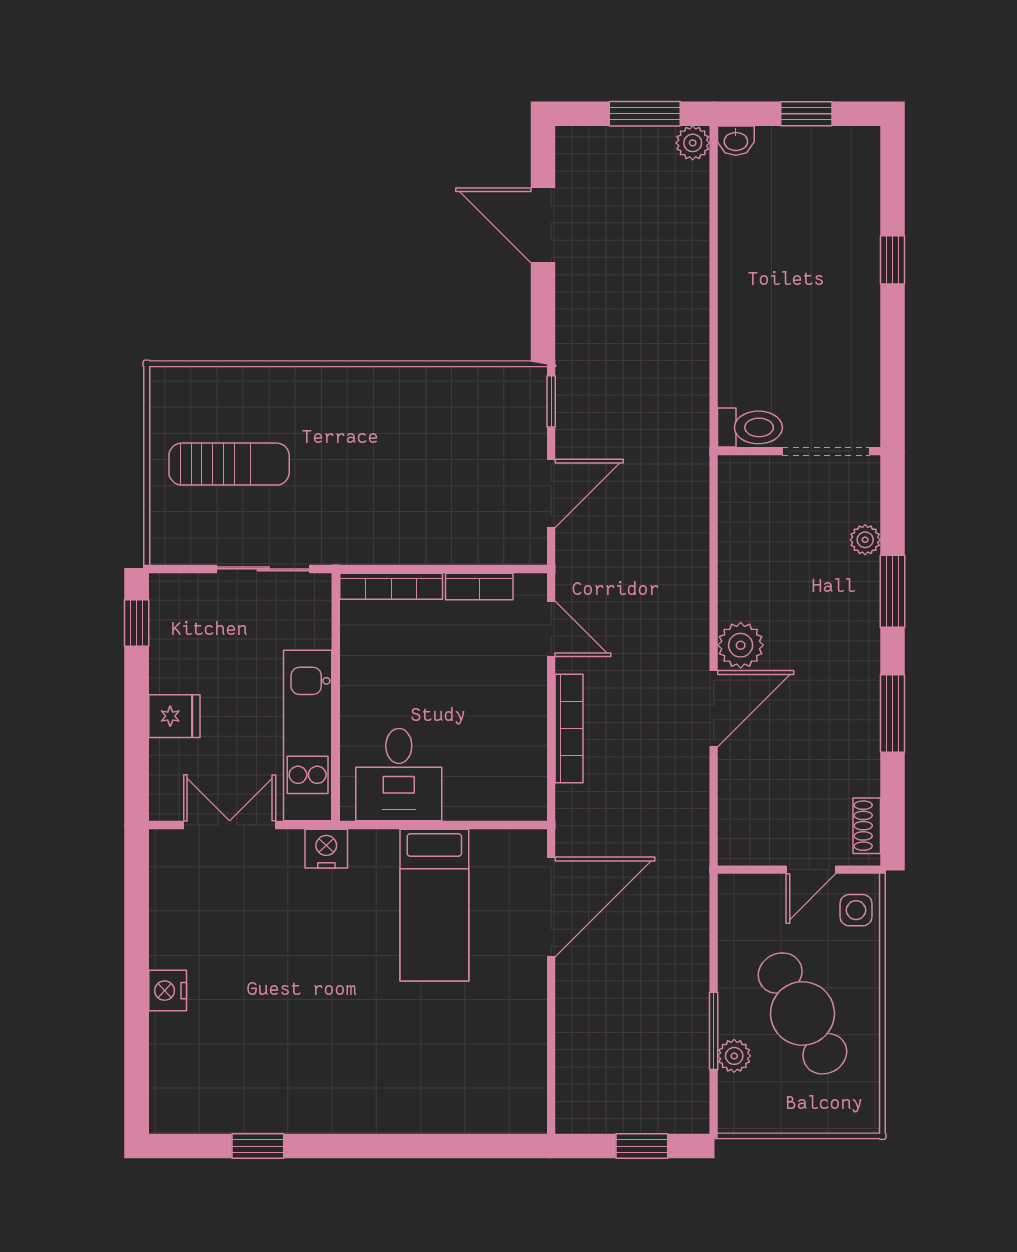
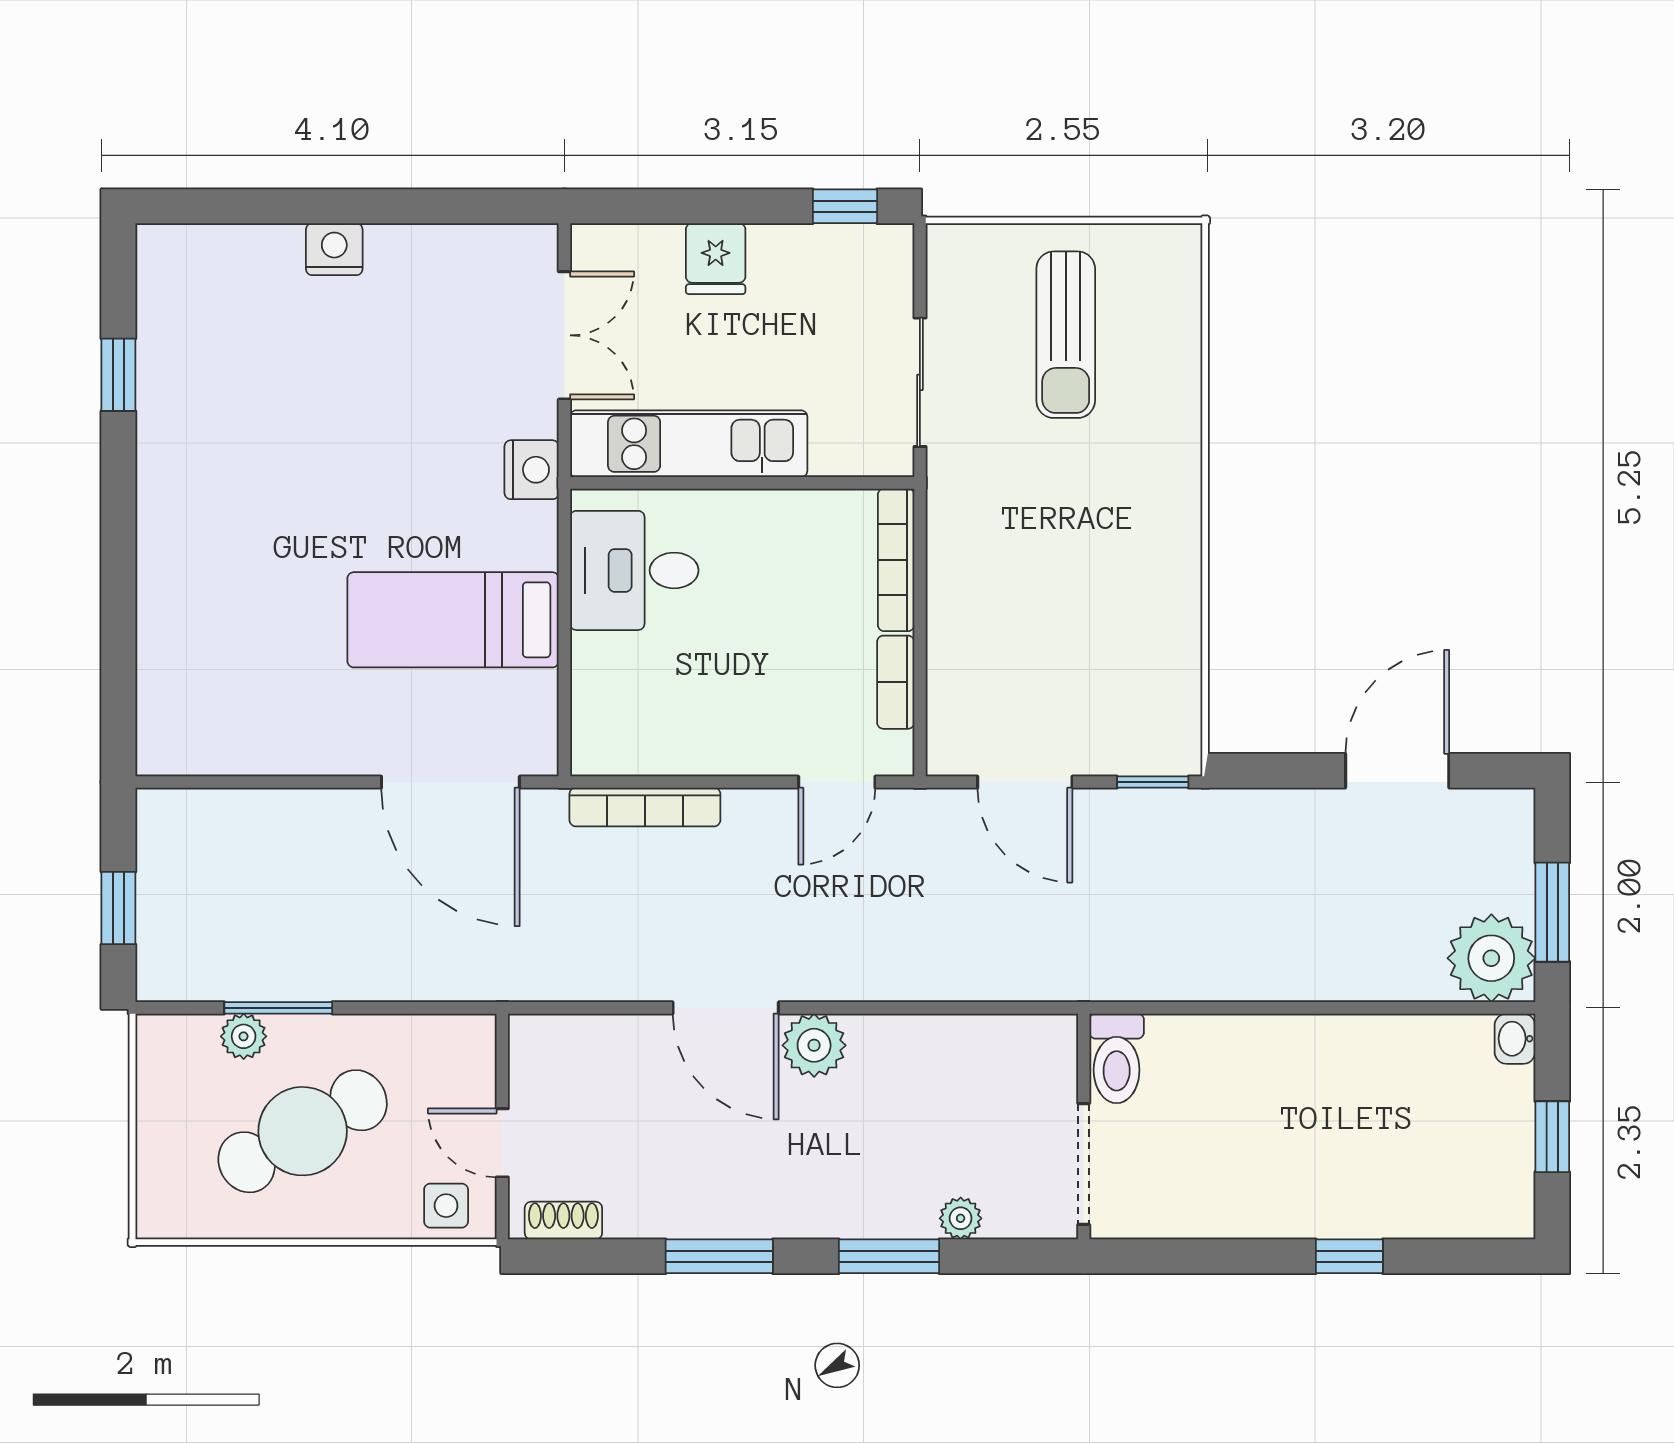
plant: (693, 143) -> (1491, 958), width x1.87, depth x1.87
bookcase: (569, 729) -> (645, 807), moved

